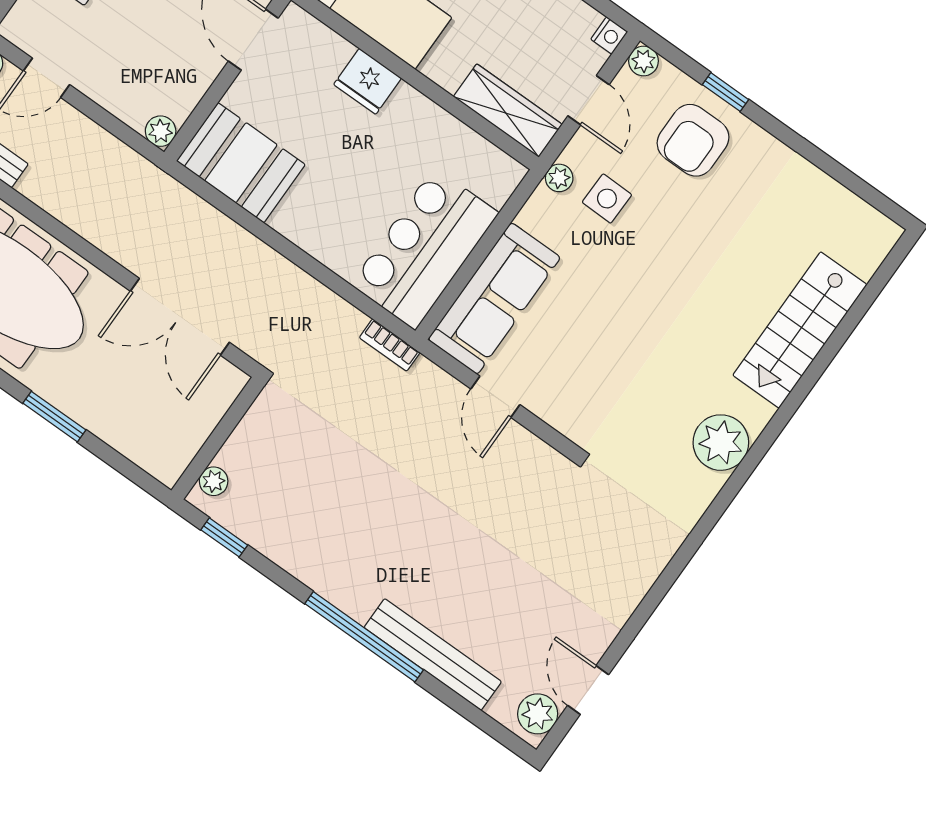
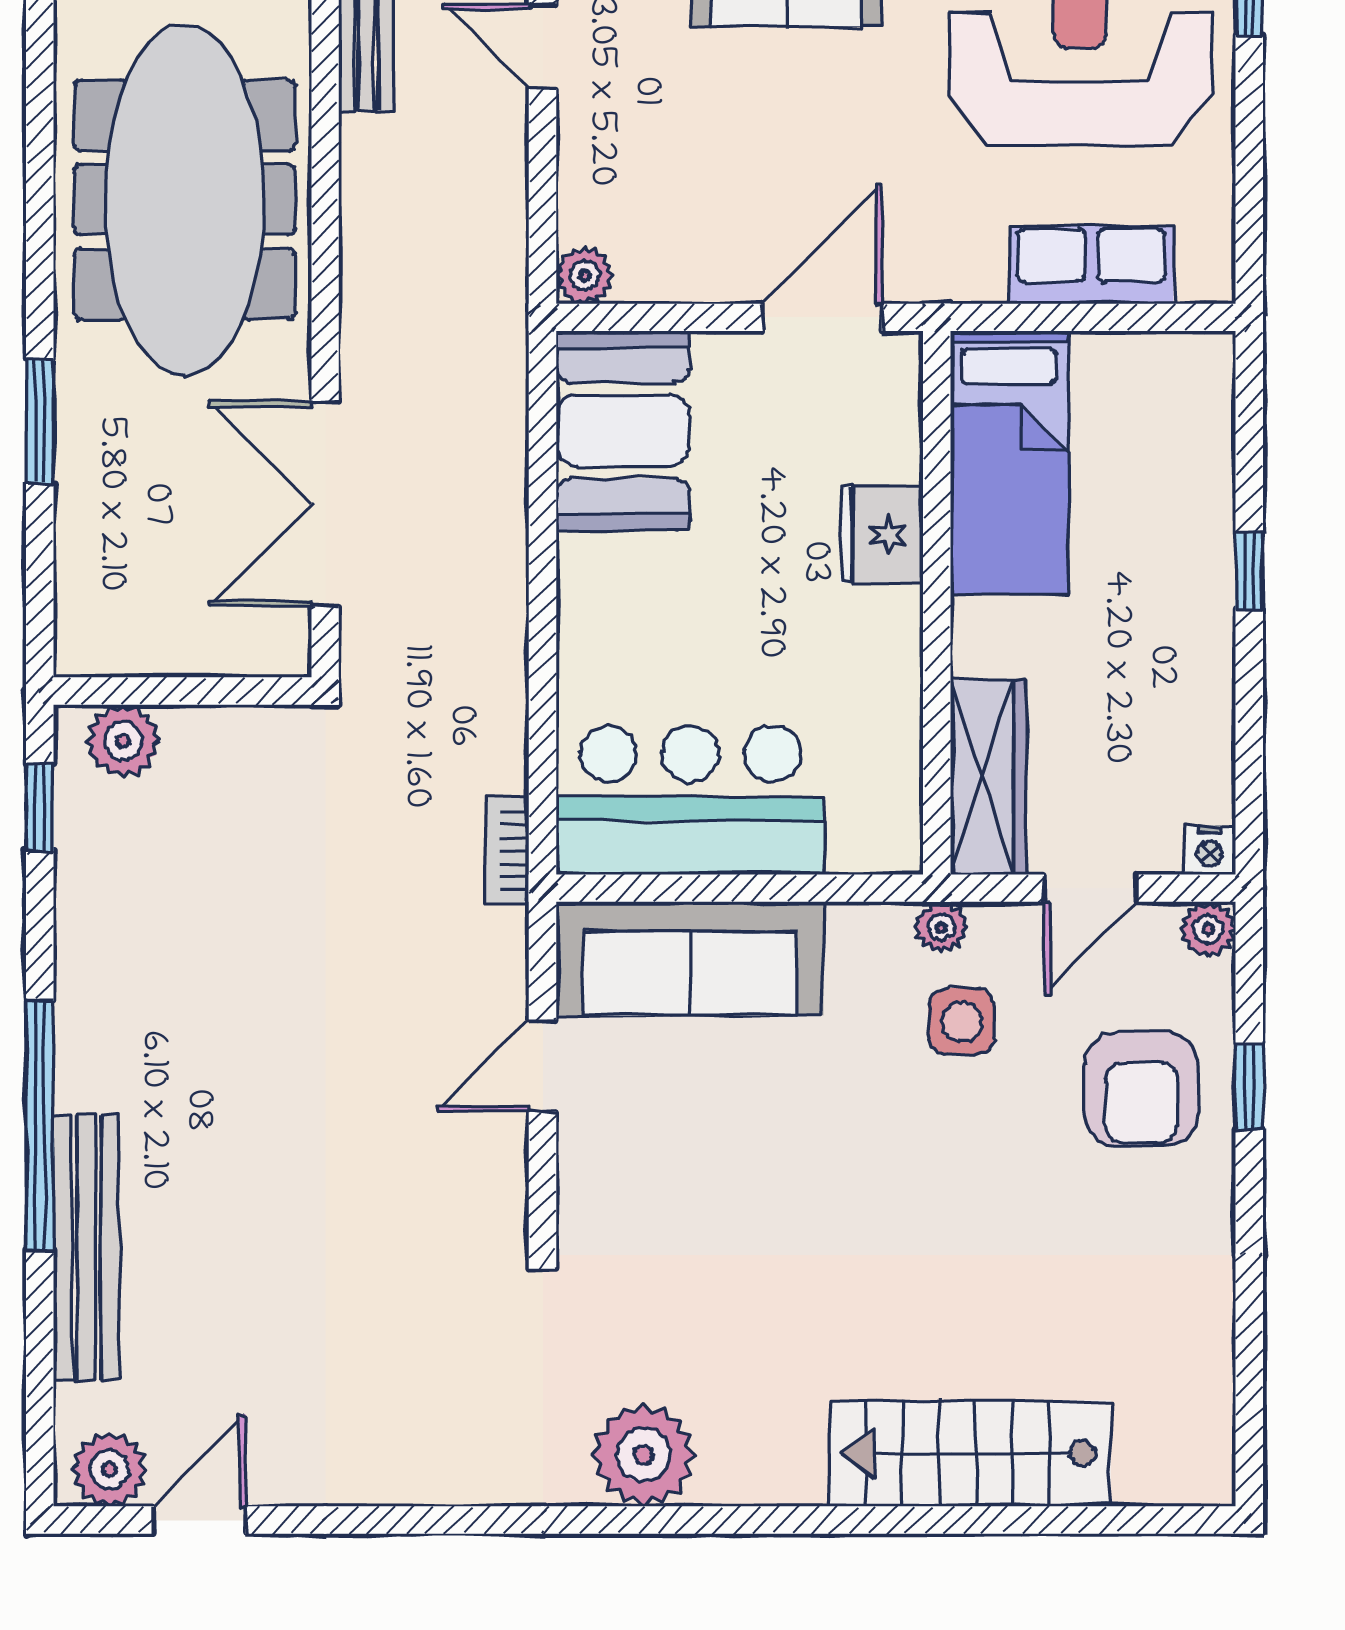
armchair: (693, 140) -> (1142, 1089), turned -90
plant: (721, 443) -> (644, 1455), moved
plant: (214, 481) -> (123, 741), width x1.38, depth x1.38

